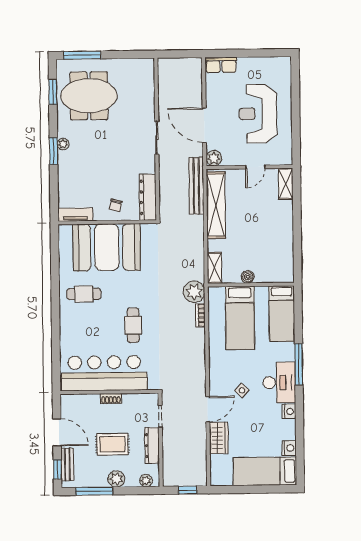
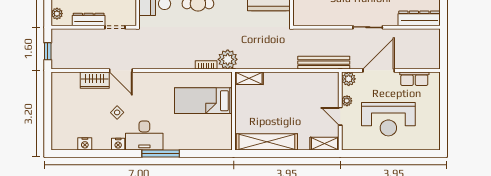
row of seats: (221, 65) -> (414, 79), moved, turned -90
reception desk: (258, 114) -> (388, 119), turned 180
plant: (238, 160) -> (347, 101), added
dresser: (148, 197) -> (419, 18), moved
shelving: (216, 205) -> (267, 142), moved
boiler: (248, 277) -> (241, 108), removed
bed: (282, 314) -> (207, 139), removed
side table: (242, 390) -> (117, 112), moved
bed: (265, 471) -> (64, 122), removed

